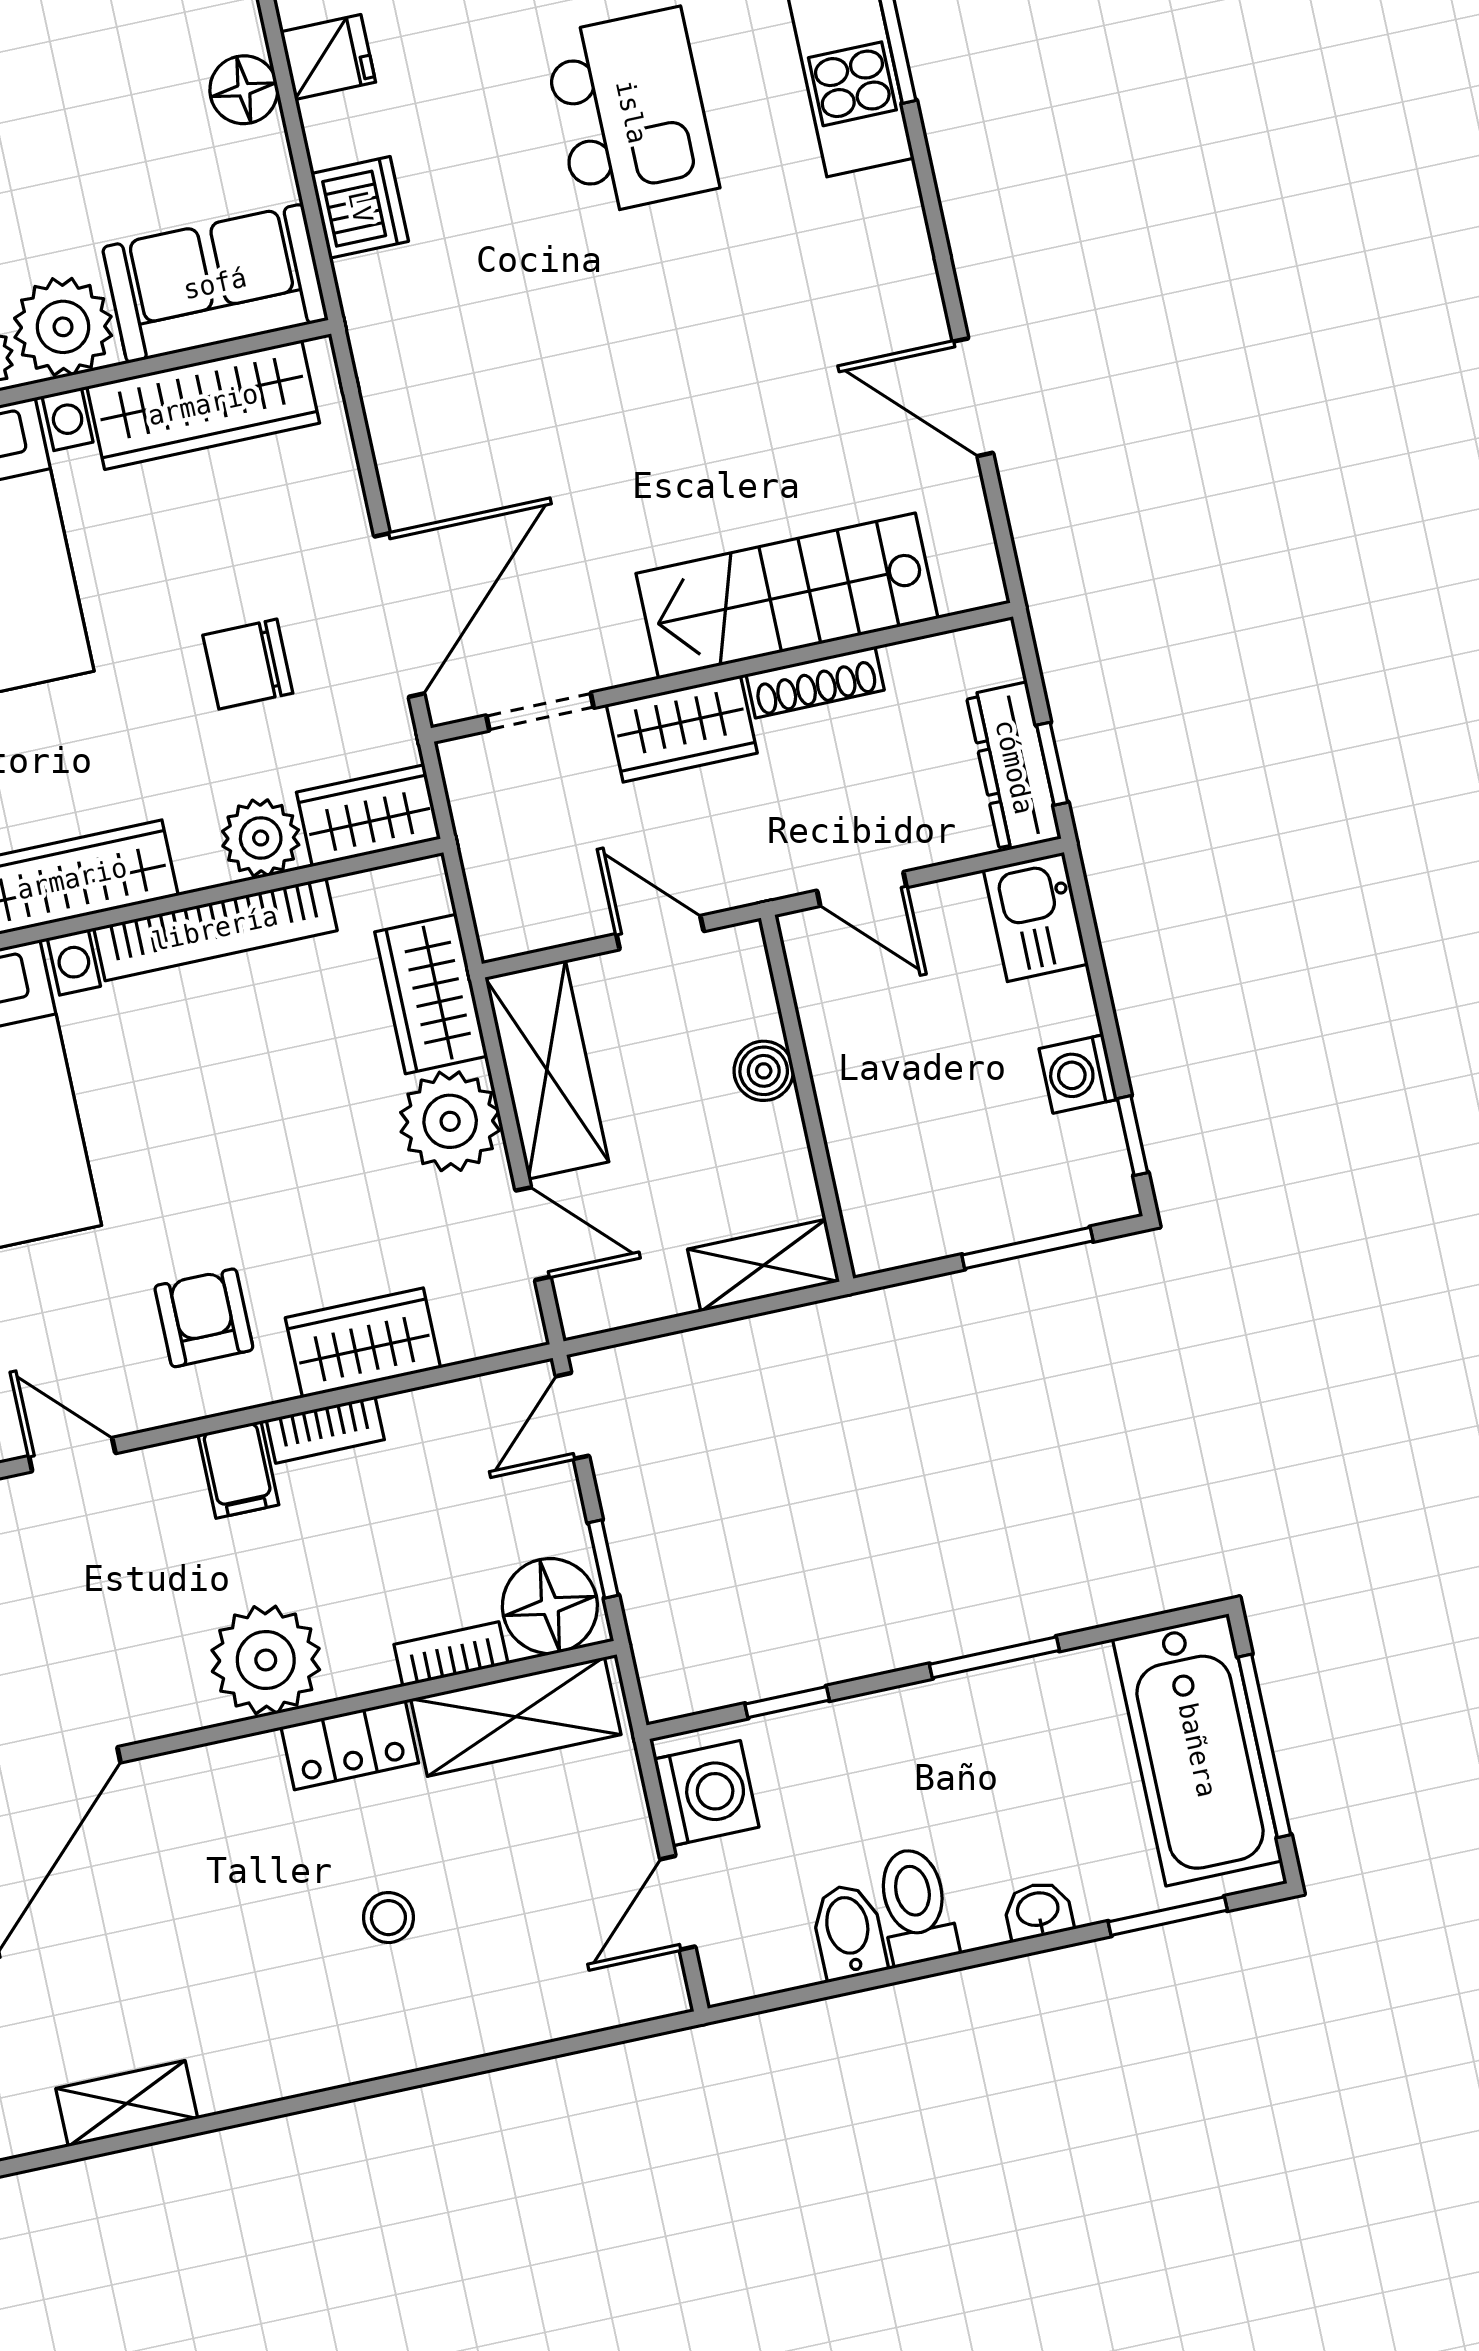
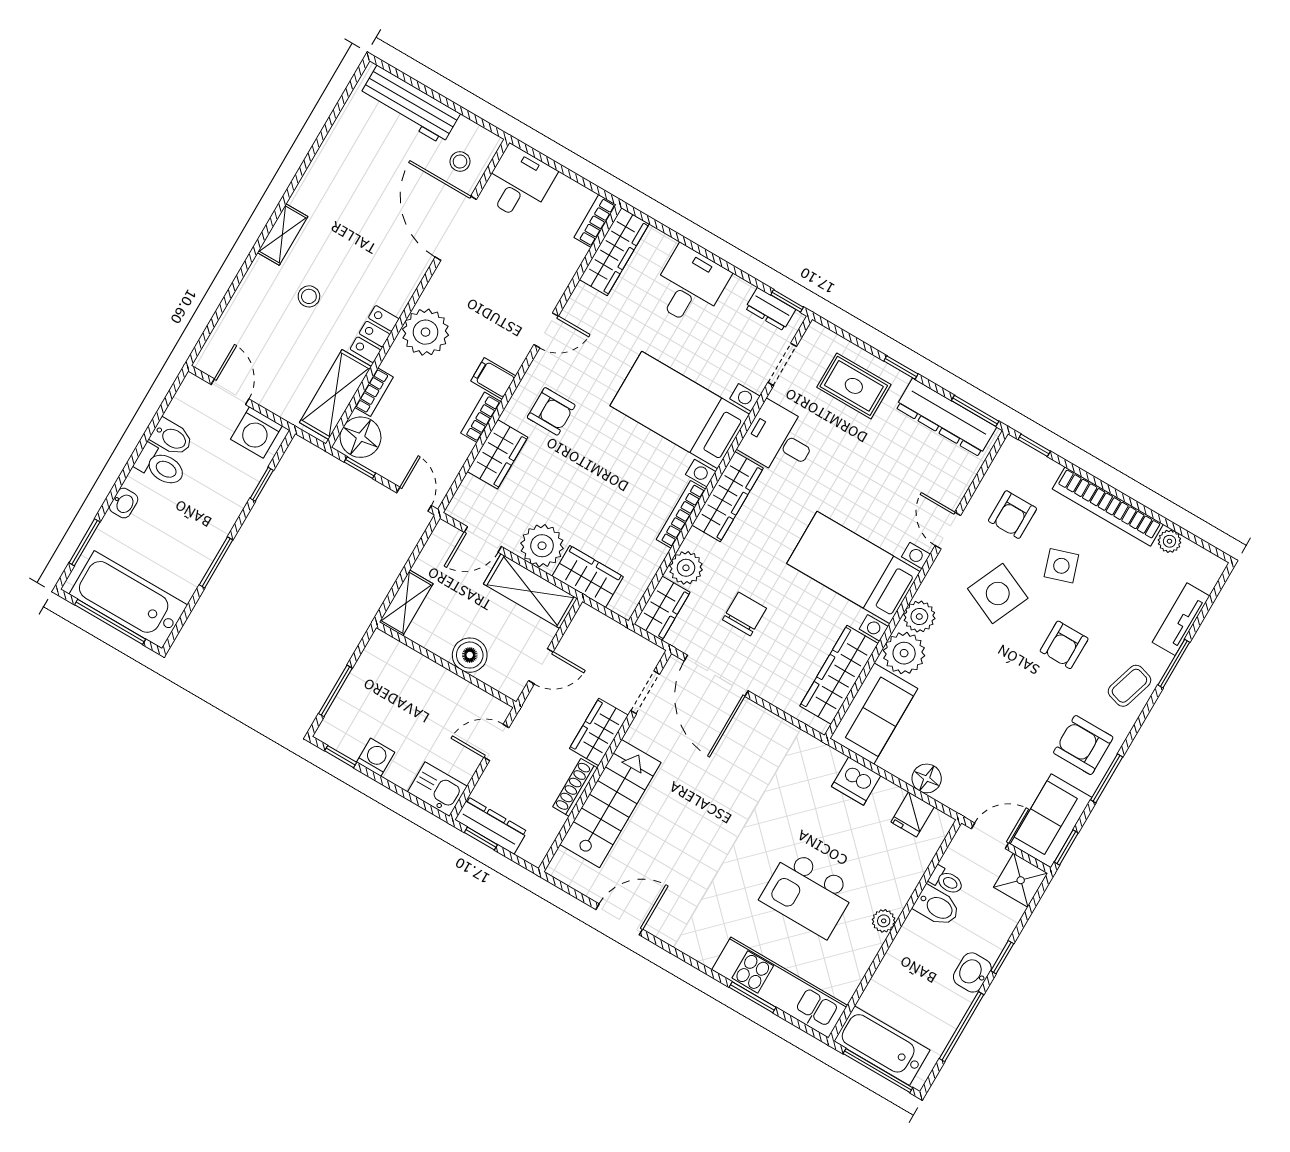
bookcase: (215, 929) -> (681, 514), width x0.68, depth x0.76
boiler: (764, 1071) -> (470, 655), width x1.36, depth x1.36
shelving: (127, 2104) -> (283, 234), moved

